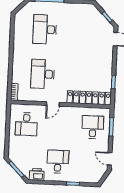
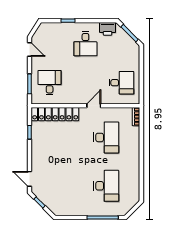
desk: (26, 124) -> (121, 83), turned 90
desk: (93, 127) -> (50, 83), turned 180

